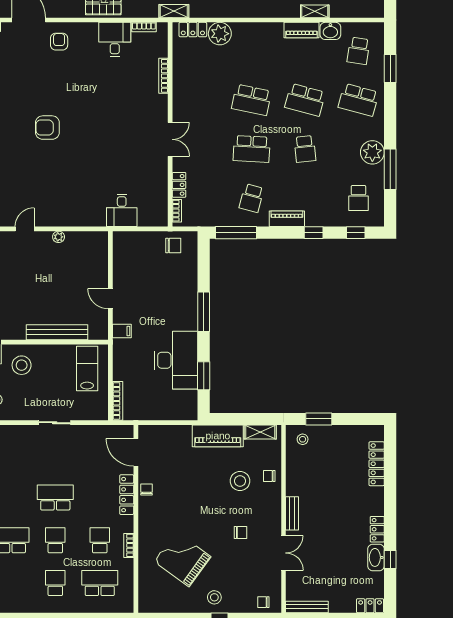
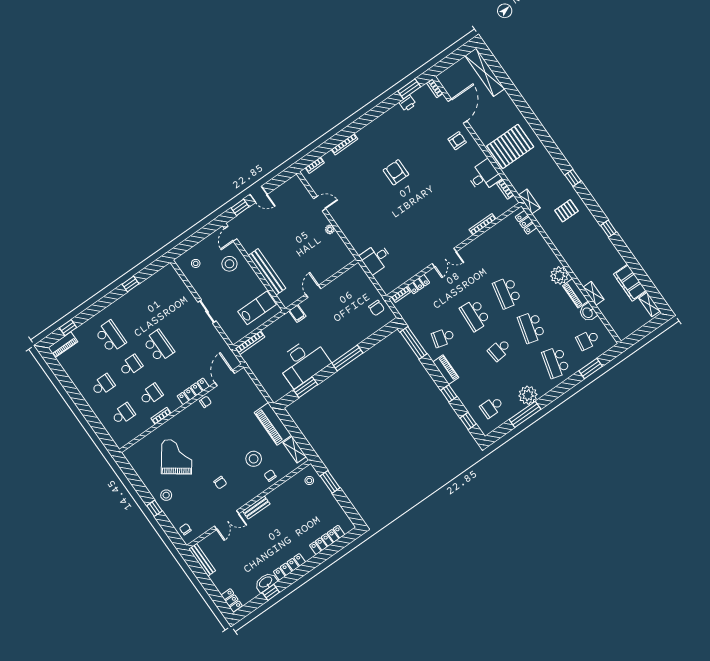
plant: (220, 34) -> (559, 275), moved
locker: (377, 529) -> (289, 567), width x1.53
school desk: (100, 583) -> (123, 414), width x0.54

